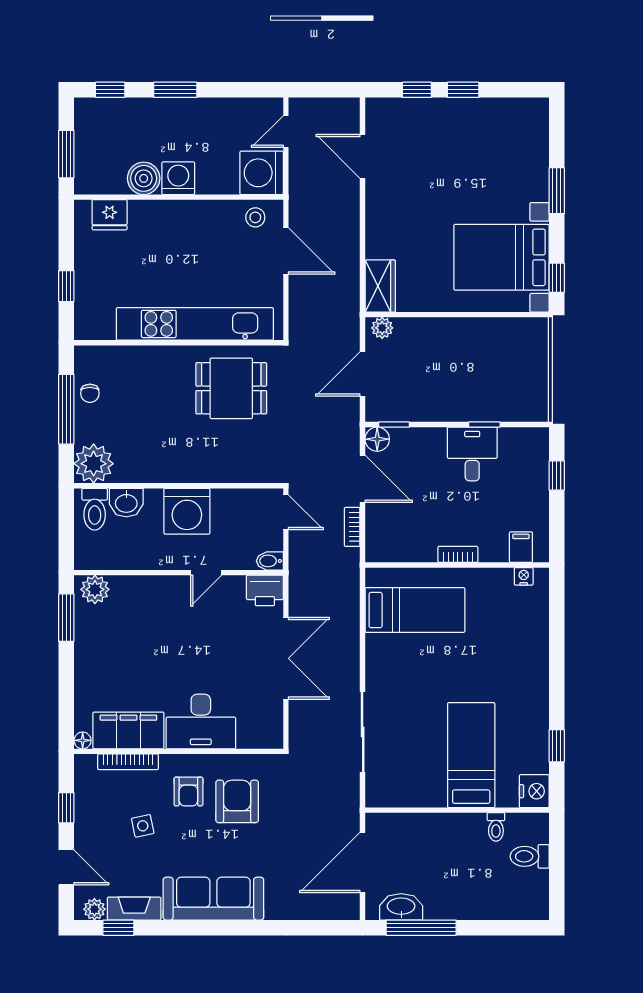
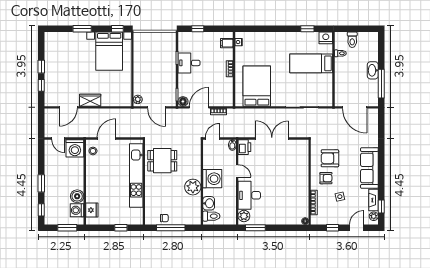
washing machine: (178, 178) -> (77, 210), moved
wardrobe: (380, 286) -> (90, 100), moved
dining table: (231, 388) -> (162, 161), turned 90
plant: (94, 464) -> (193, 187), moved
bed: (415, 610) -> (257, 86), width x1.50
desk: (201, 722) -> (249, 195), moved, turned 180
filing cabinet: (128, 730) -> (301, 202), removed
washbasin: (401, 907) -> (373, 70), moved

